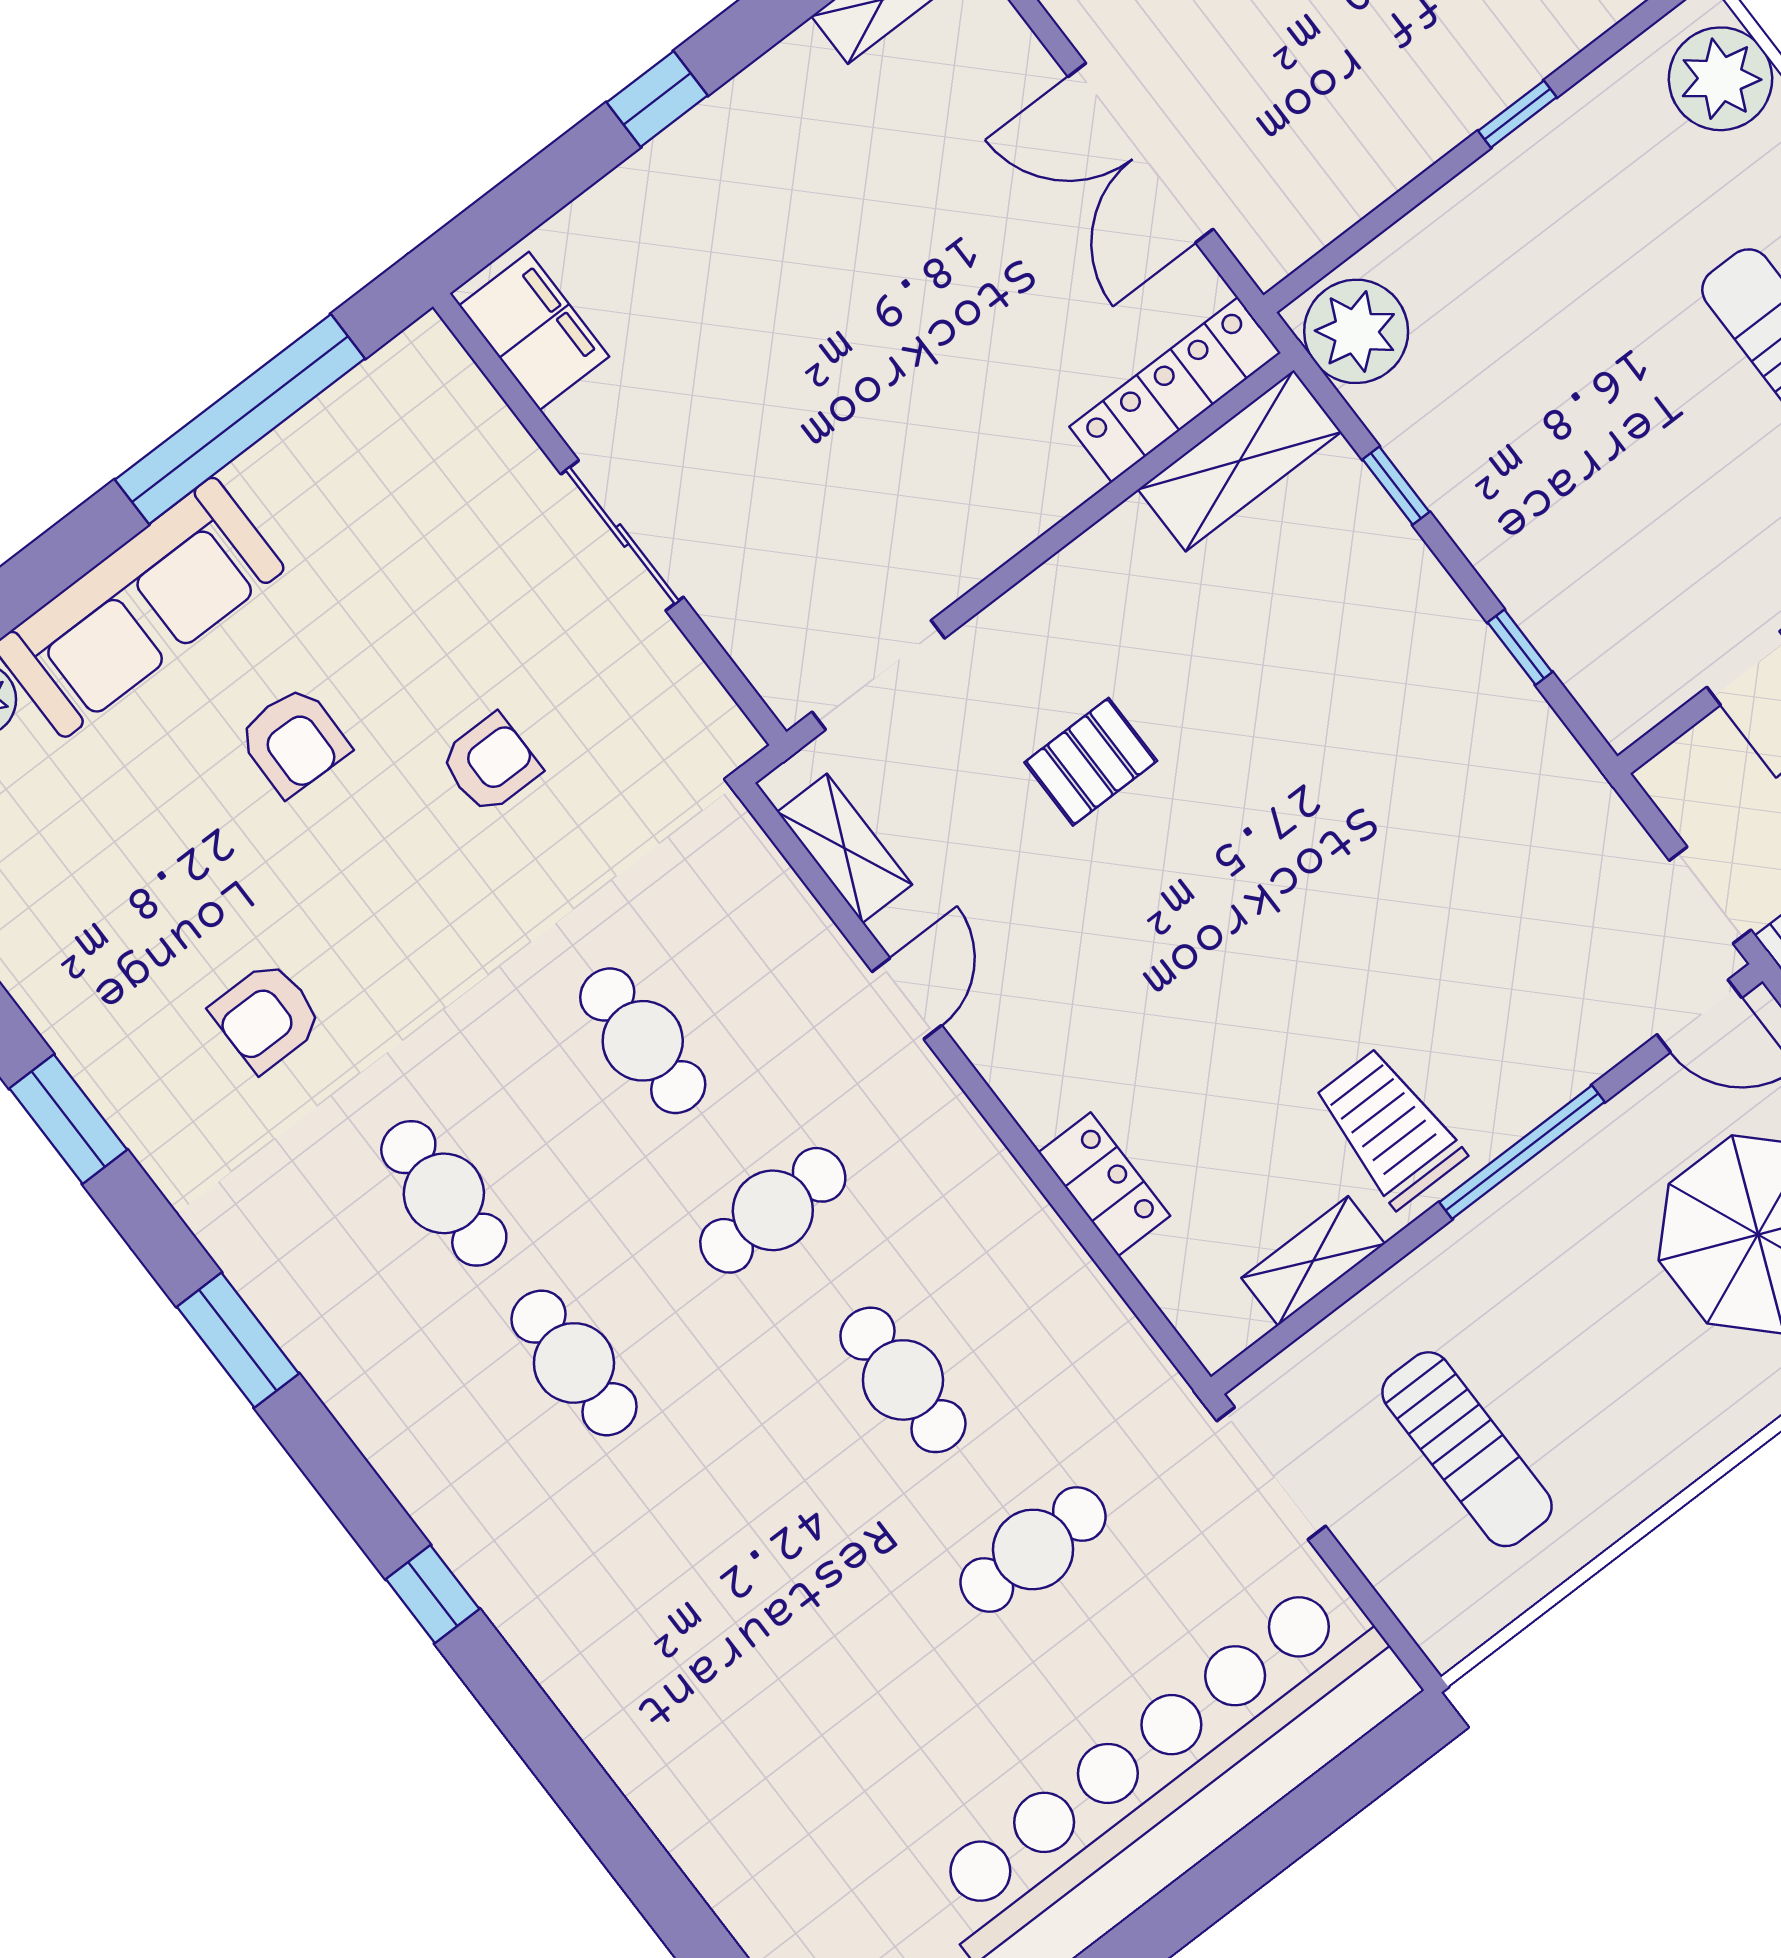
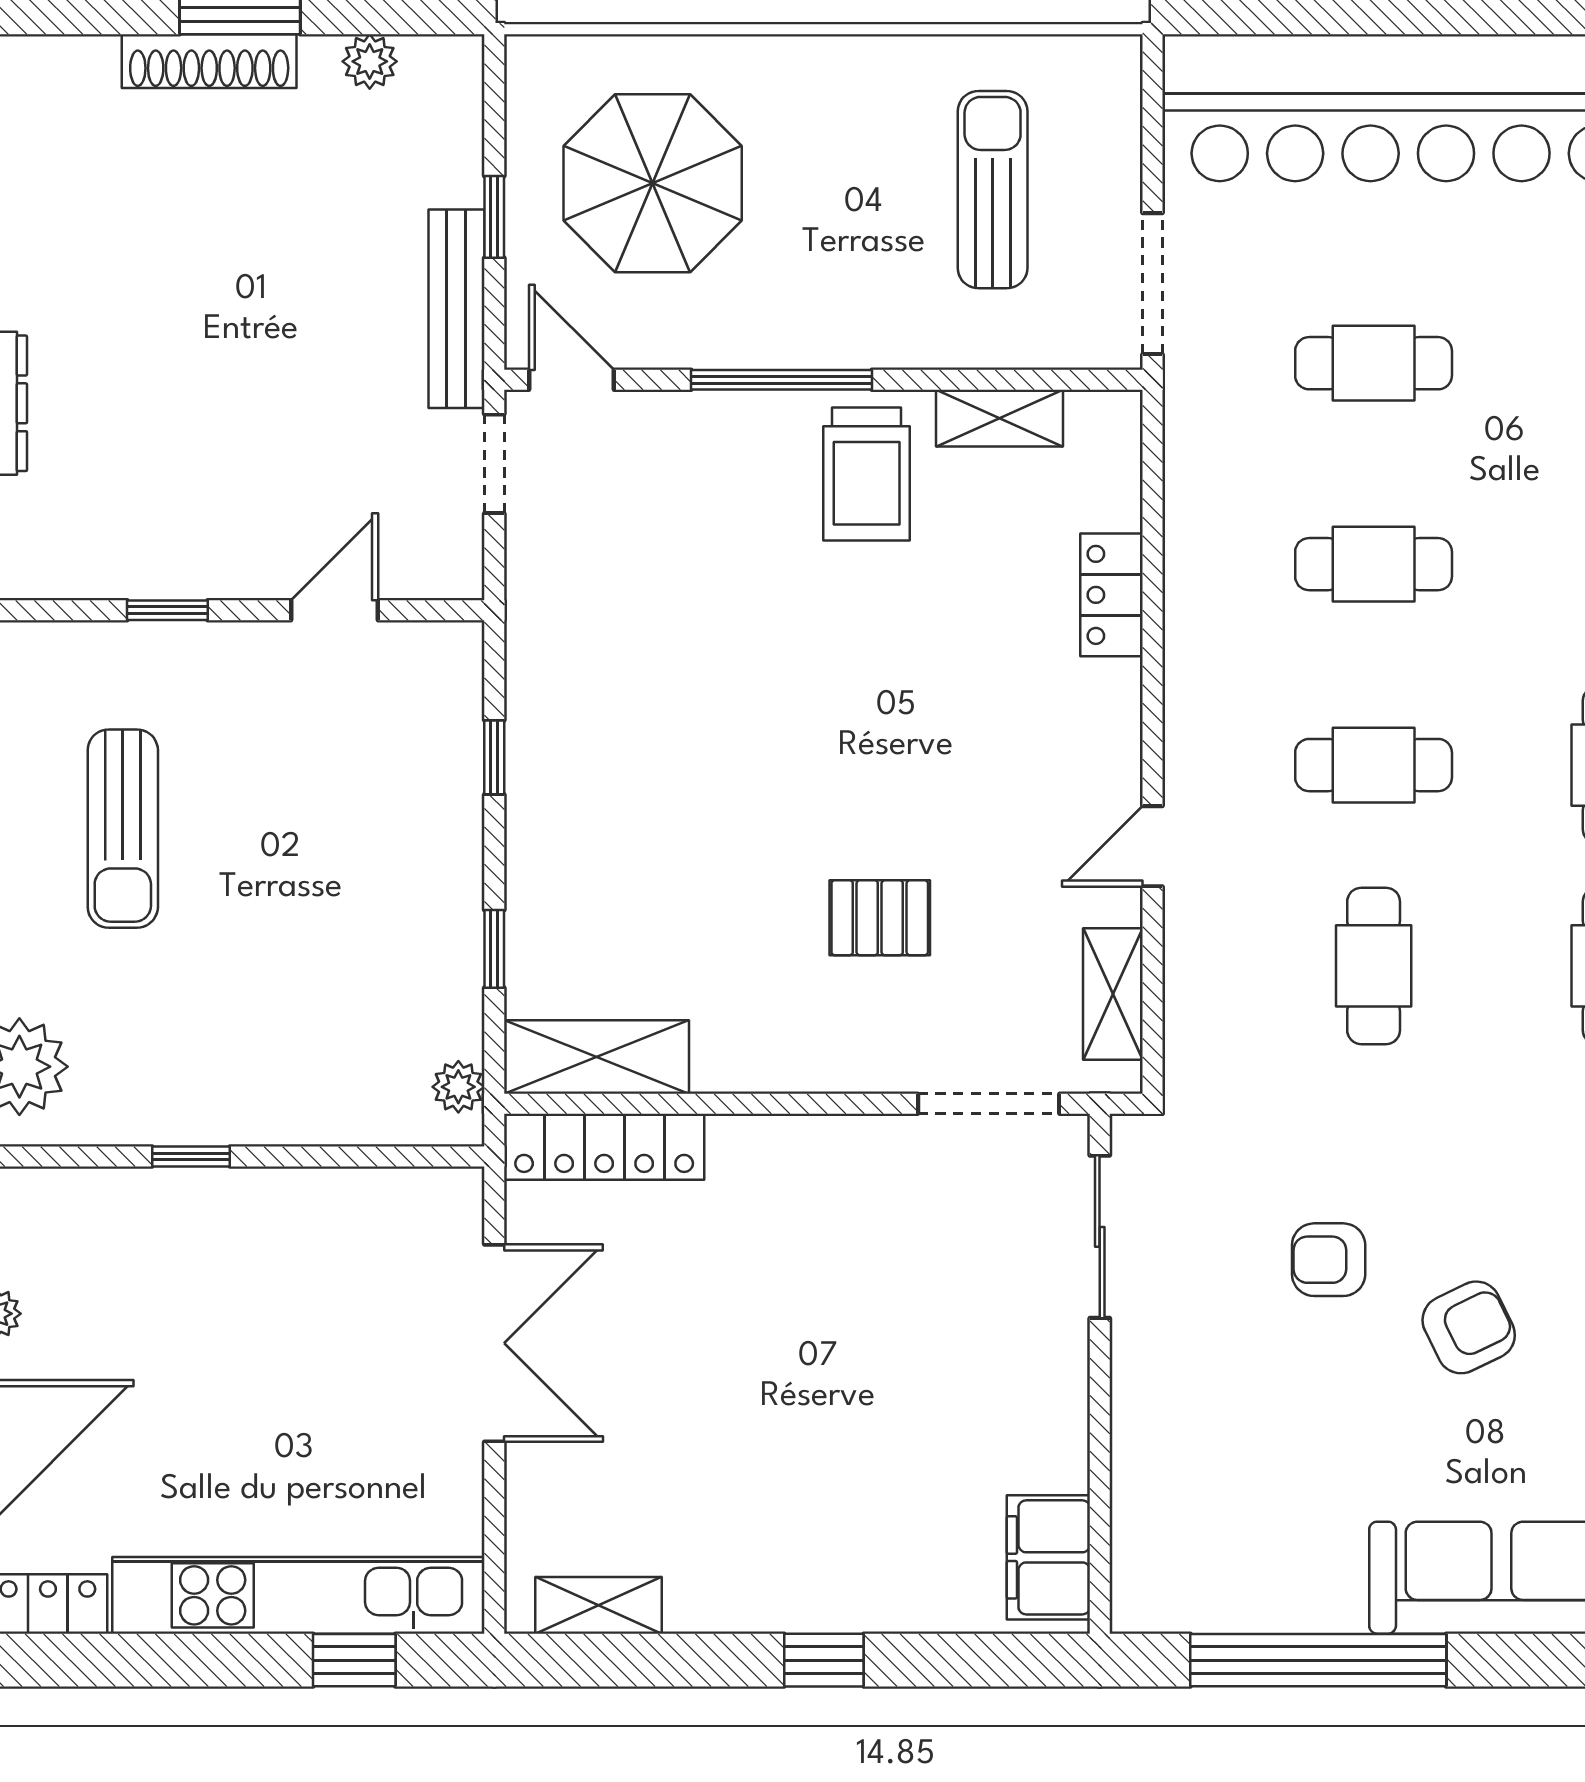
plant: (1356, 331) -> (458, 1087), width x0.53, depth x0.53
sliding door: (622, 536) -> (1100, 1237), moved
armchair: (294, 741) -> (1469, 1327), moved, turned 63
cafe table: (903, 1380) -> (1374, 564), turned 90

